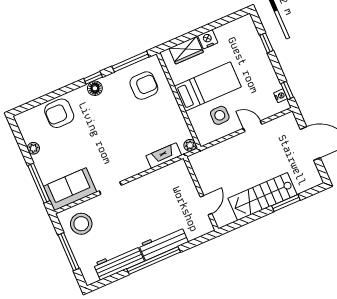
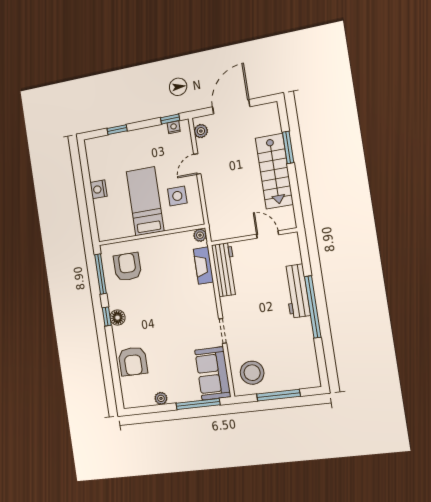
wardrobe: (186, 50) -> (104, 214), removed
plant: (283, 122) -> (201, 131), added
workbench: (119, 263) -> (225, 270), moved, turned 180

